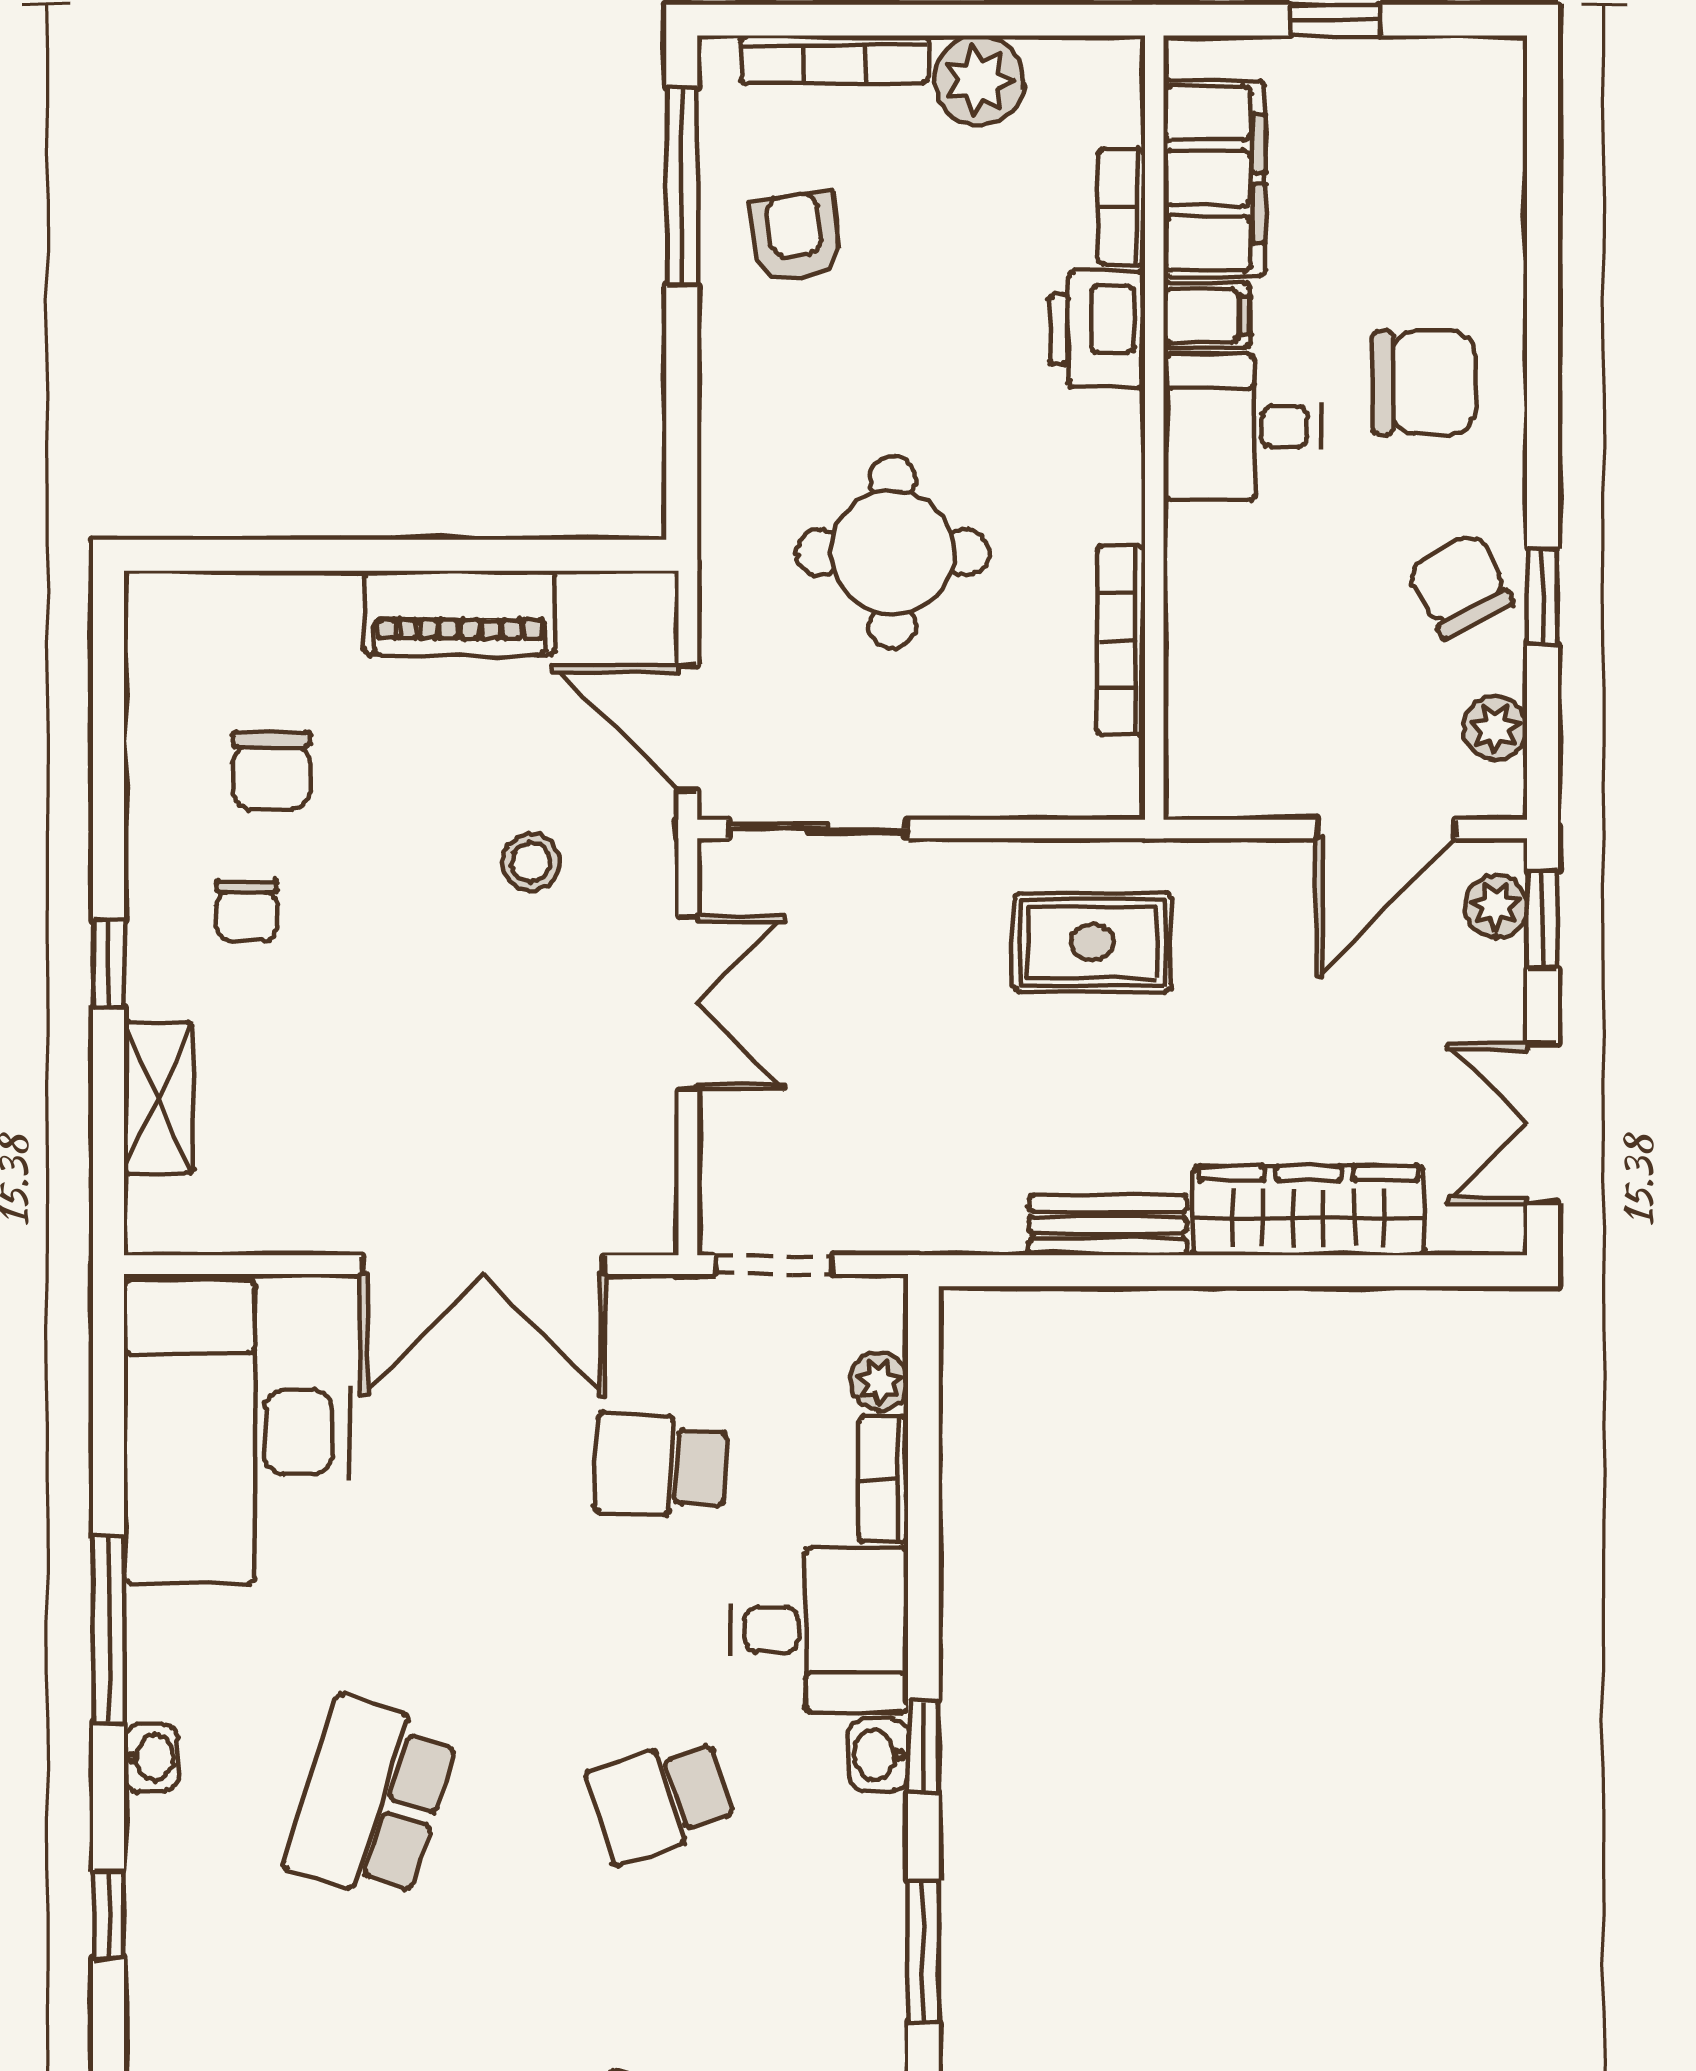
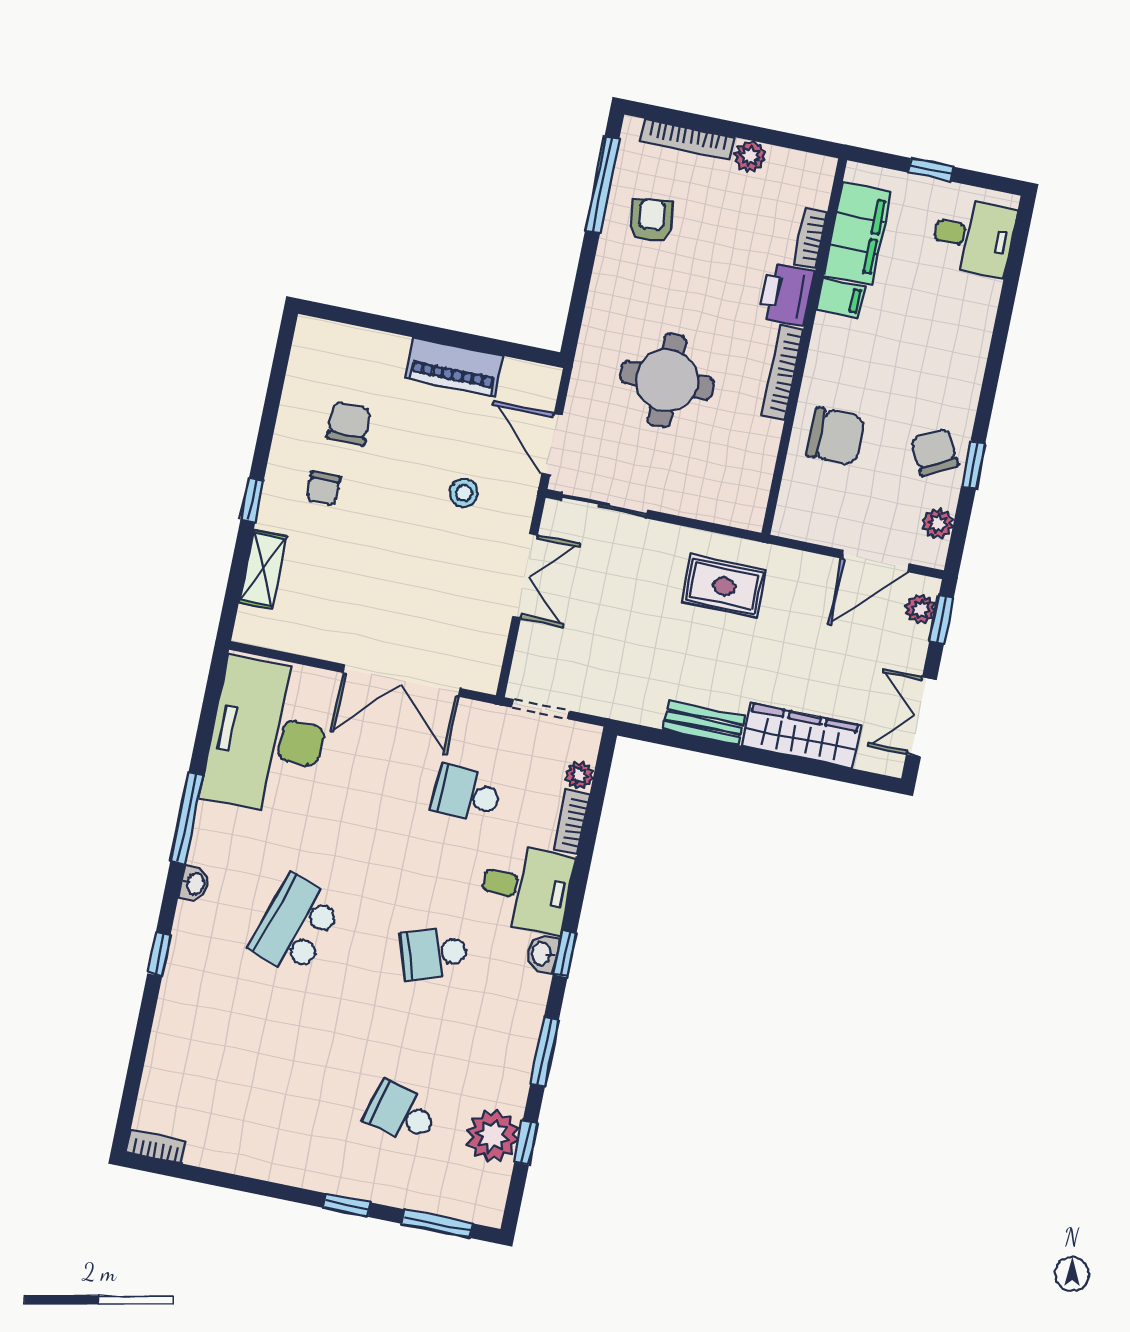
plant: (979, 80) -> (750, 156), width x0.73, depth x0.73
chair: (1424, 383) -> (836, 436), moved
desk: (1242, 427) -> (973, 237), moved, turned 180
bookcase: (1121, 640) -> (782, 372), moved
chair: (271, 770) -> (349, 424), turned 180

